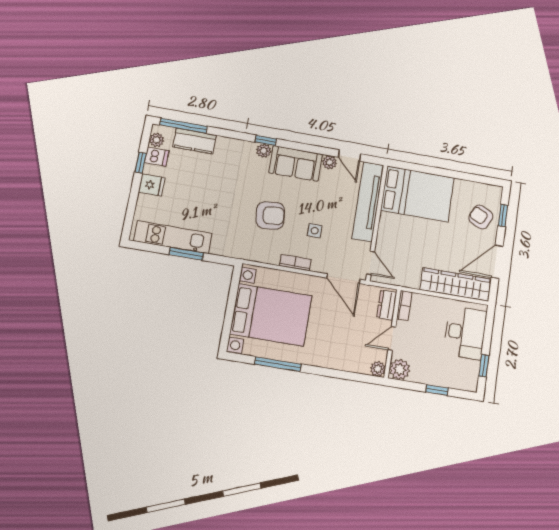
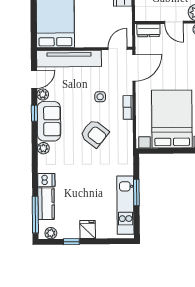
window: (266, 140) -> (34, 113), moved
dishwasher: (157, 157) -> (46, 180), moved, turned 90
armchair: (270, 215) -> (94, 134), turned 134
bookcase: (404, 306) -> (146, 16), removed

